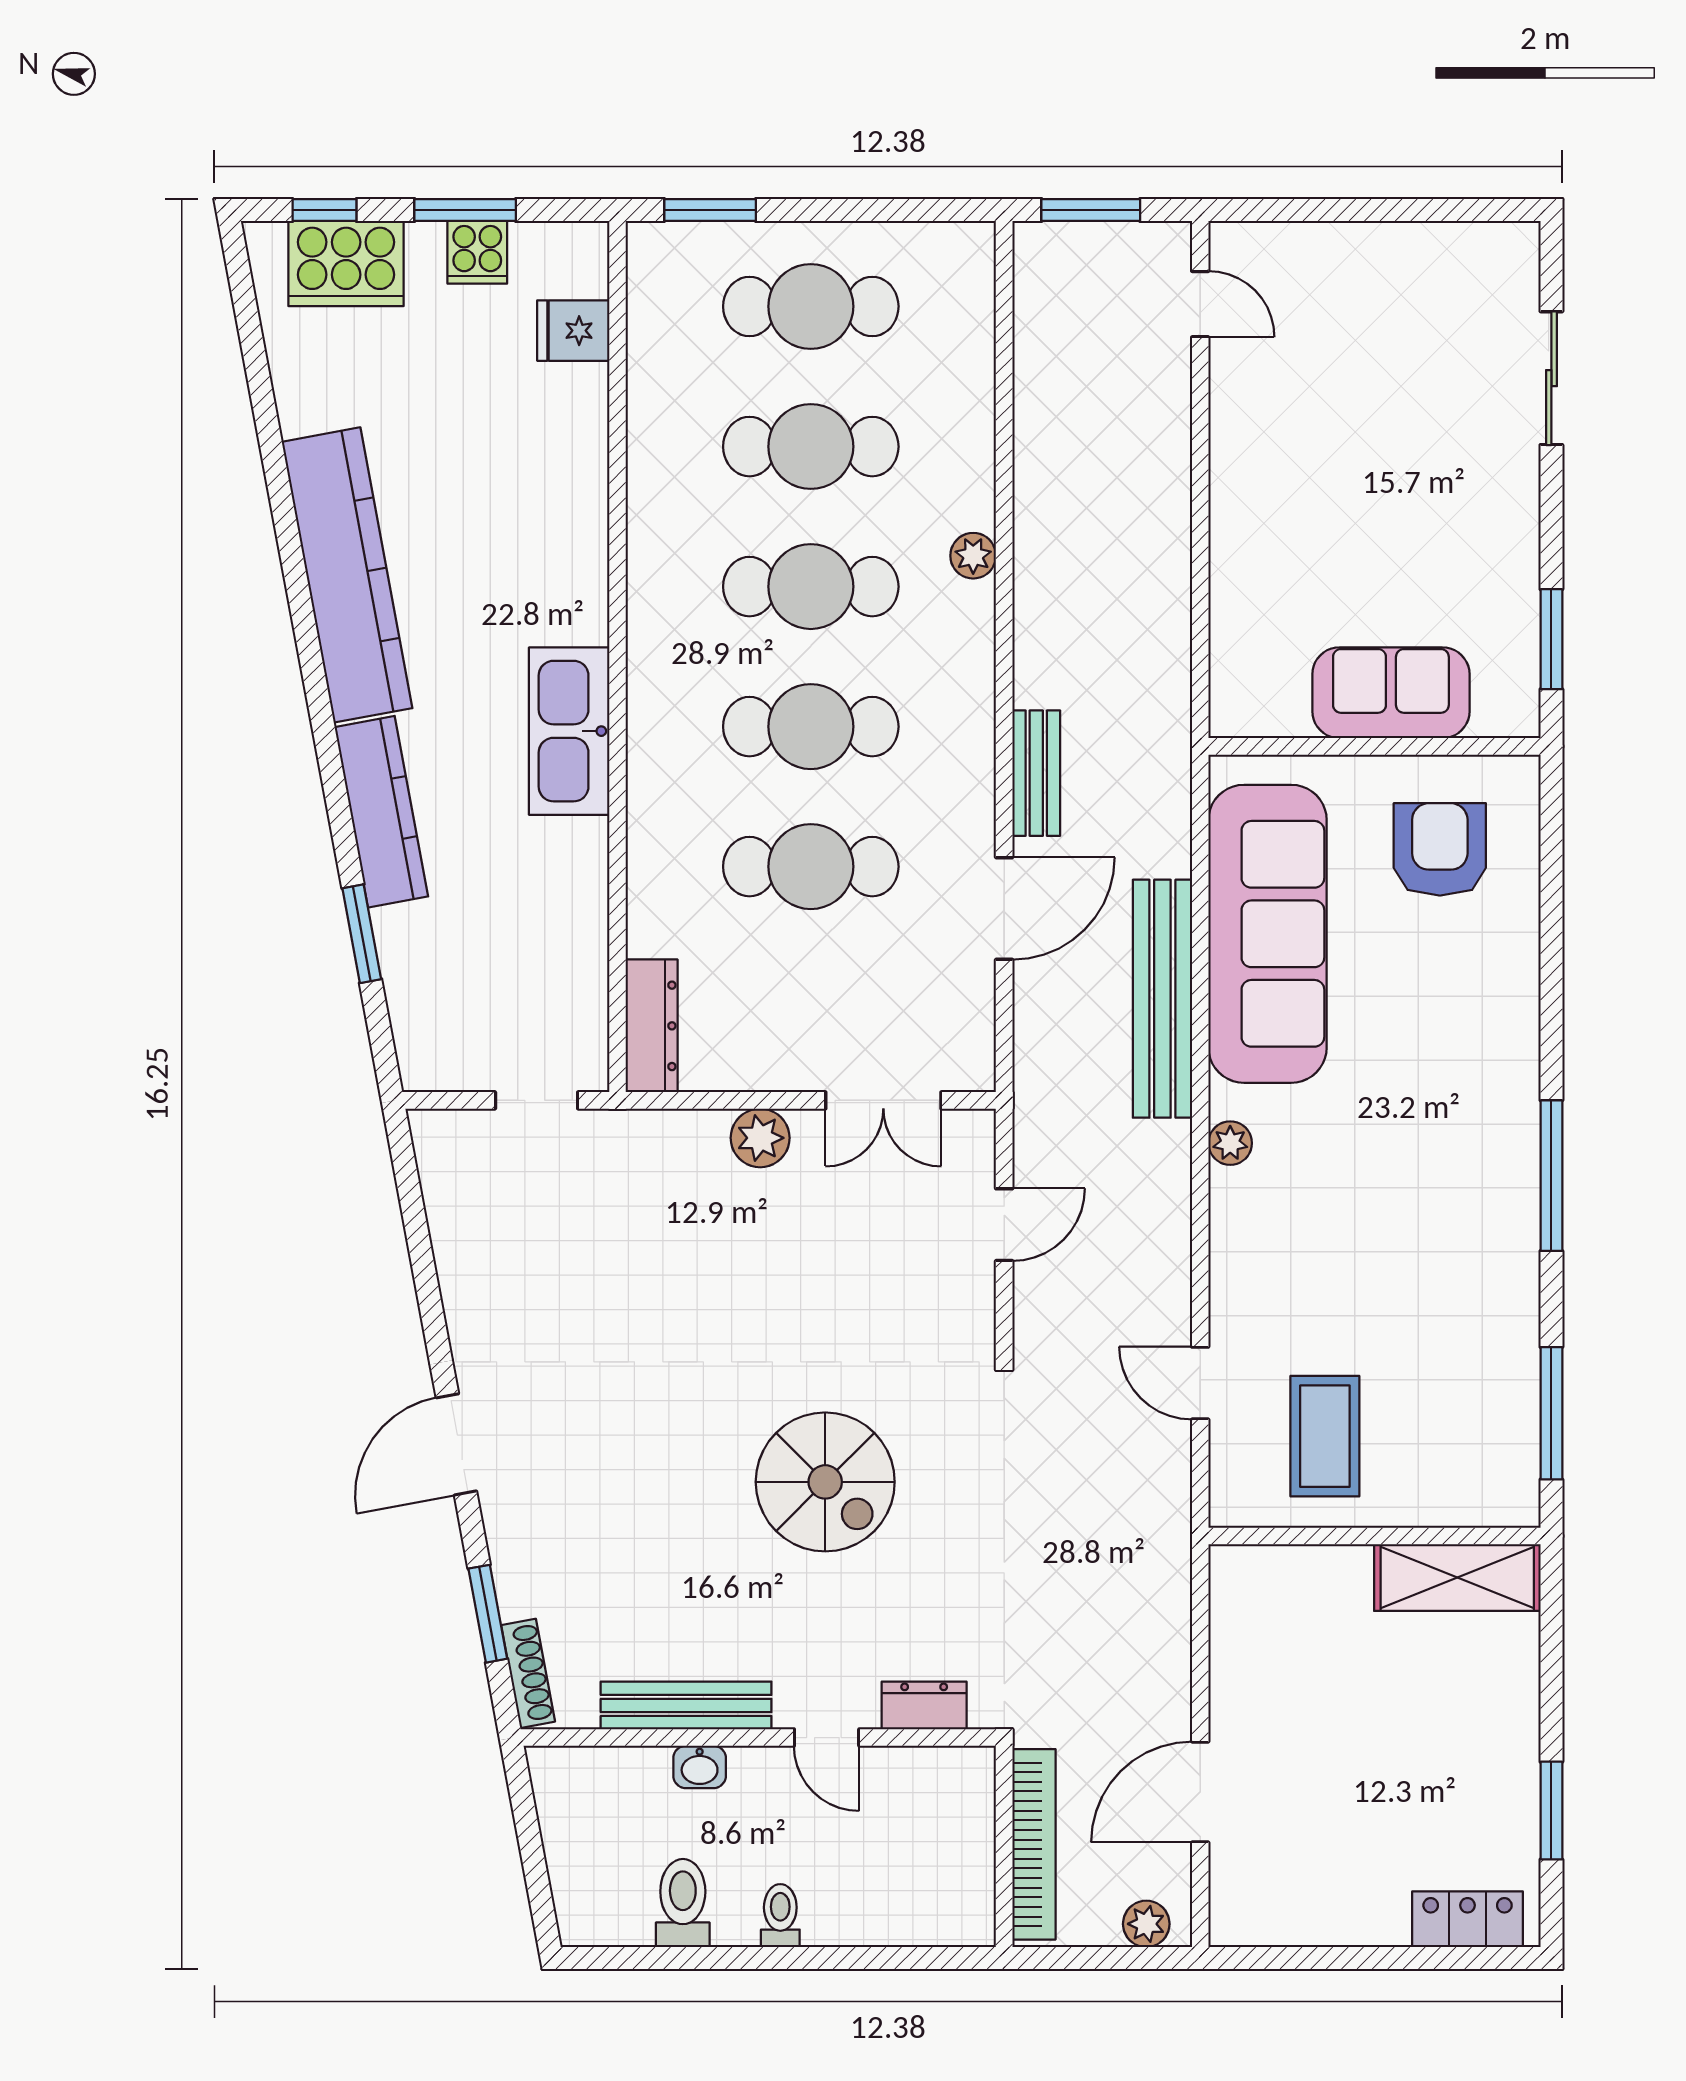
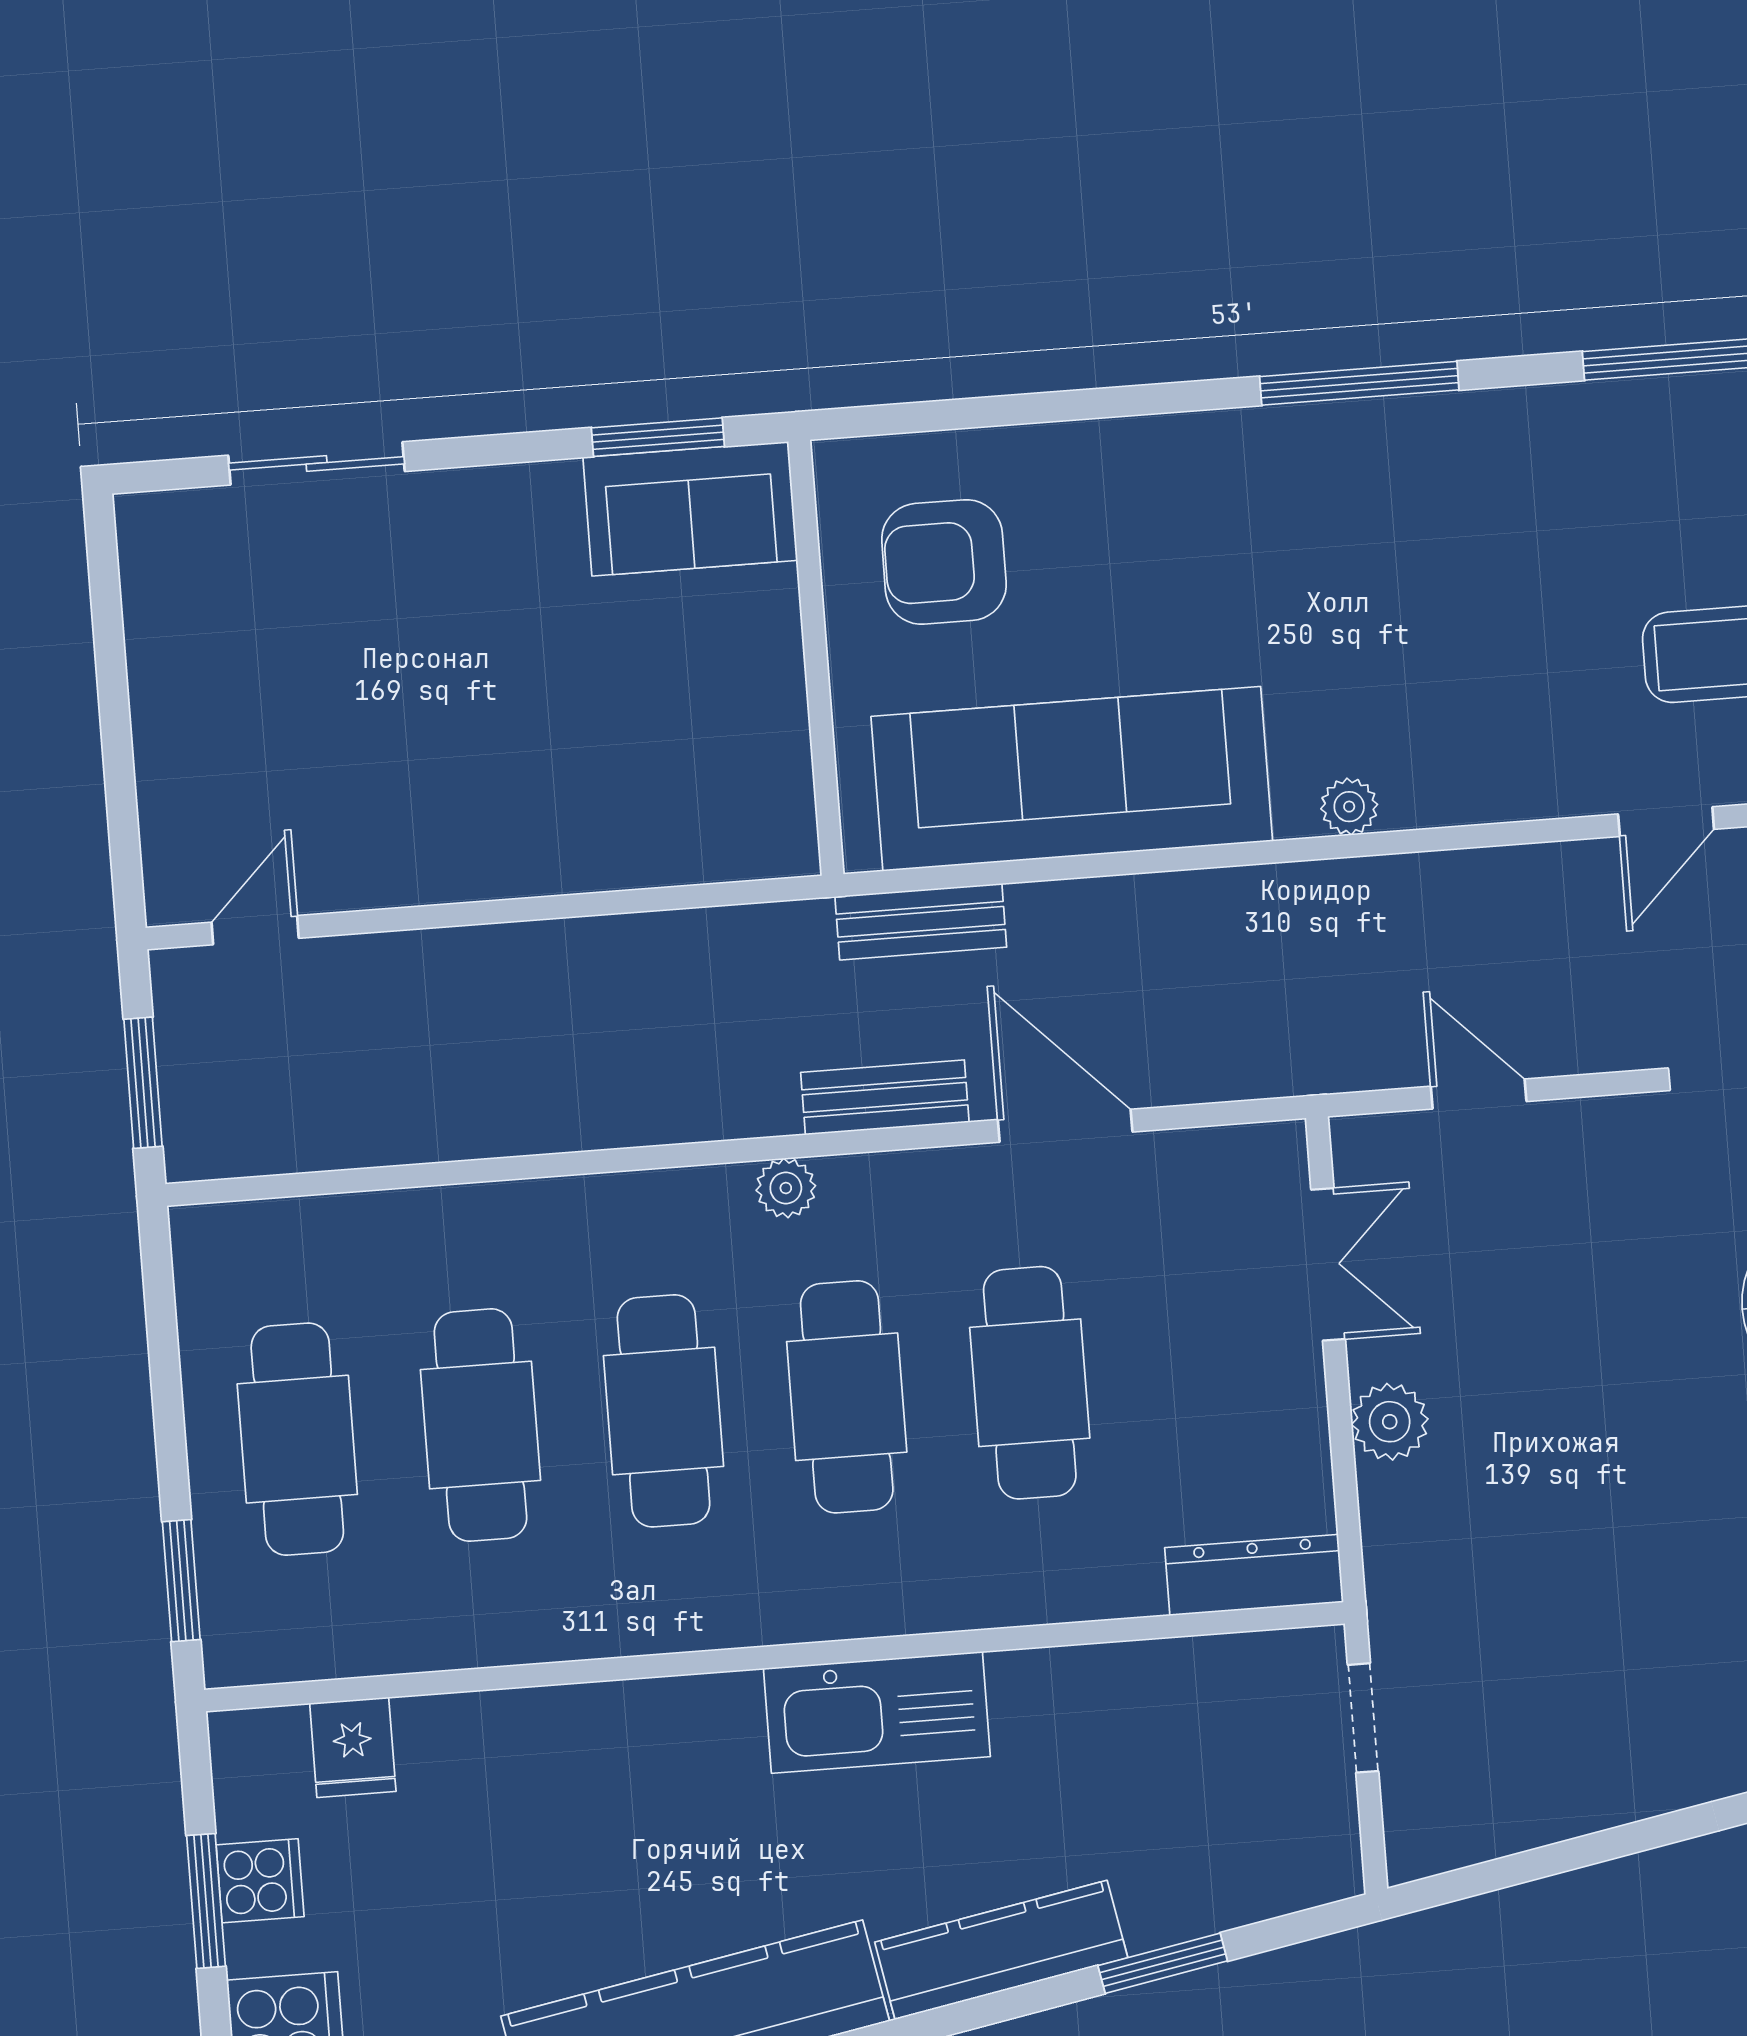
plant: (973, 556) -> (786, 1188), moved
sofa: (1391, 693) -> (690, 509), moved, turned -90
bench: (1162, 999) -> (921, 922), moved, width x0.54, depth x0.82

